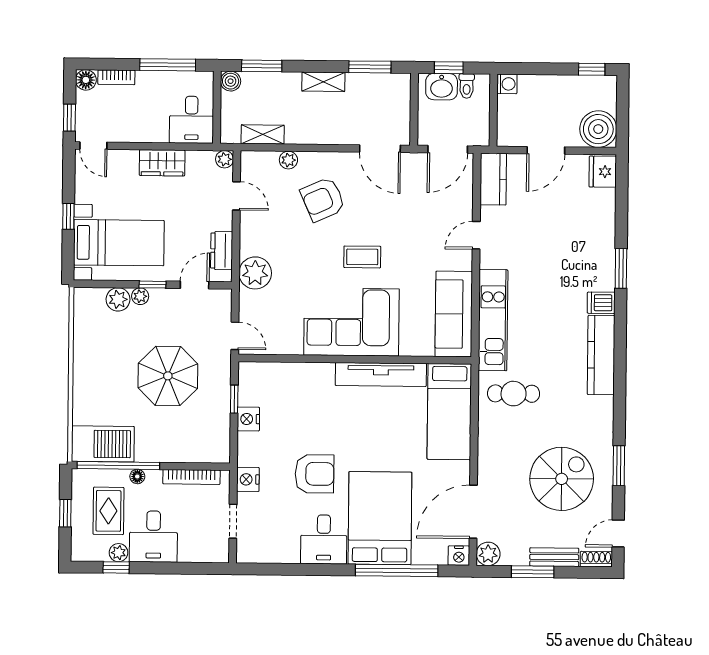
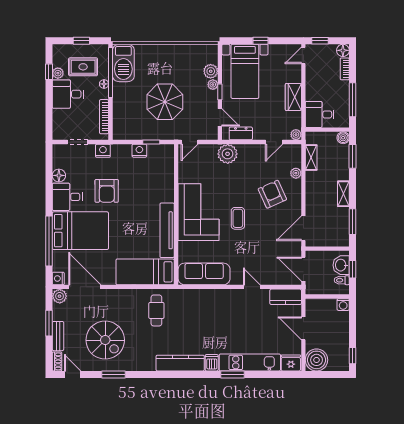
kitchen unit: (493, 320) -> (250, 362), moved, turned 180
floor lamp: (288, 553) -> (59, 175), added

